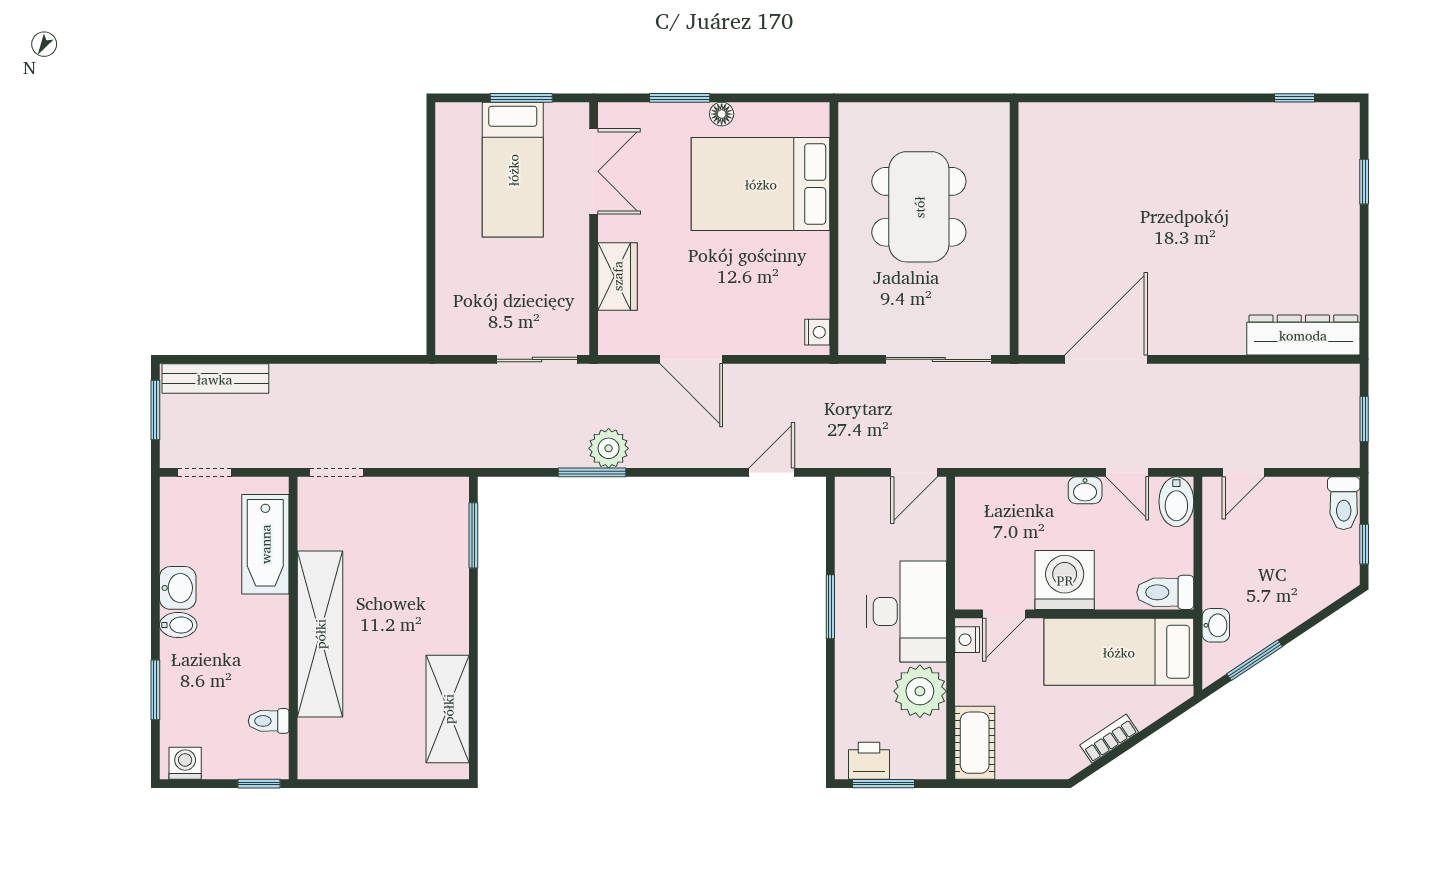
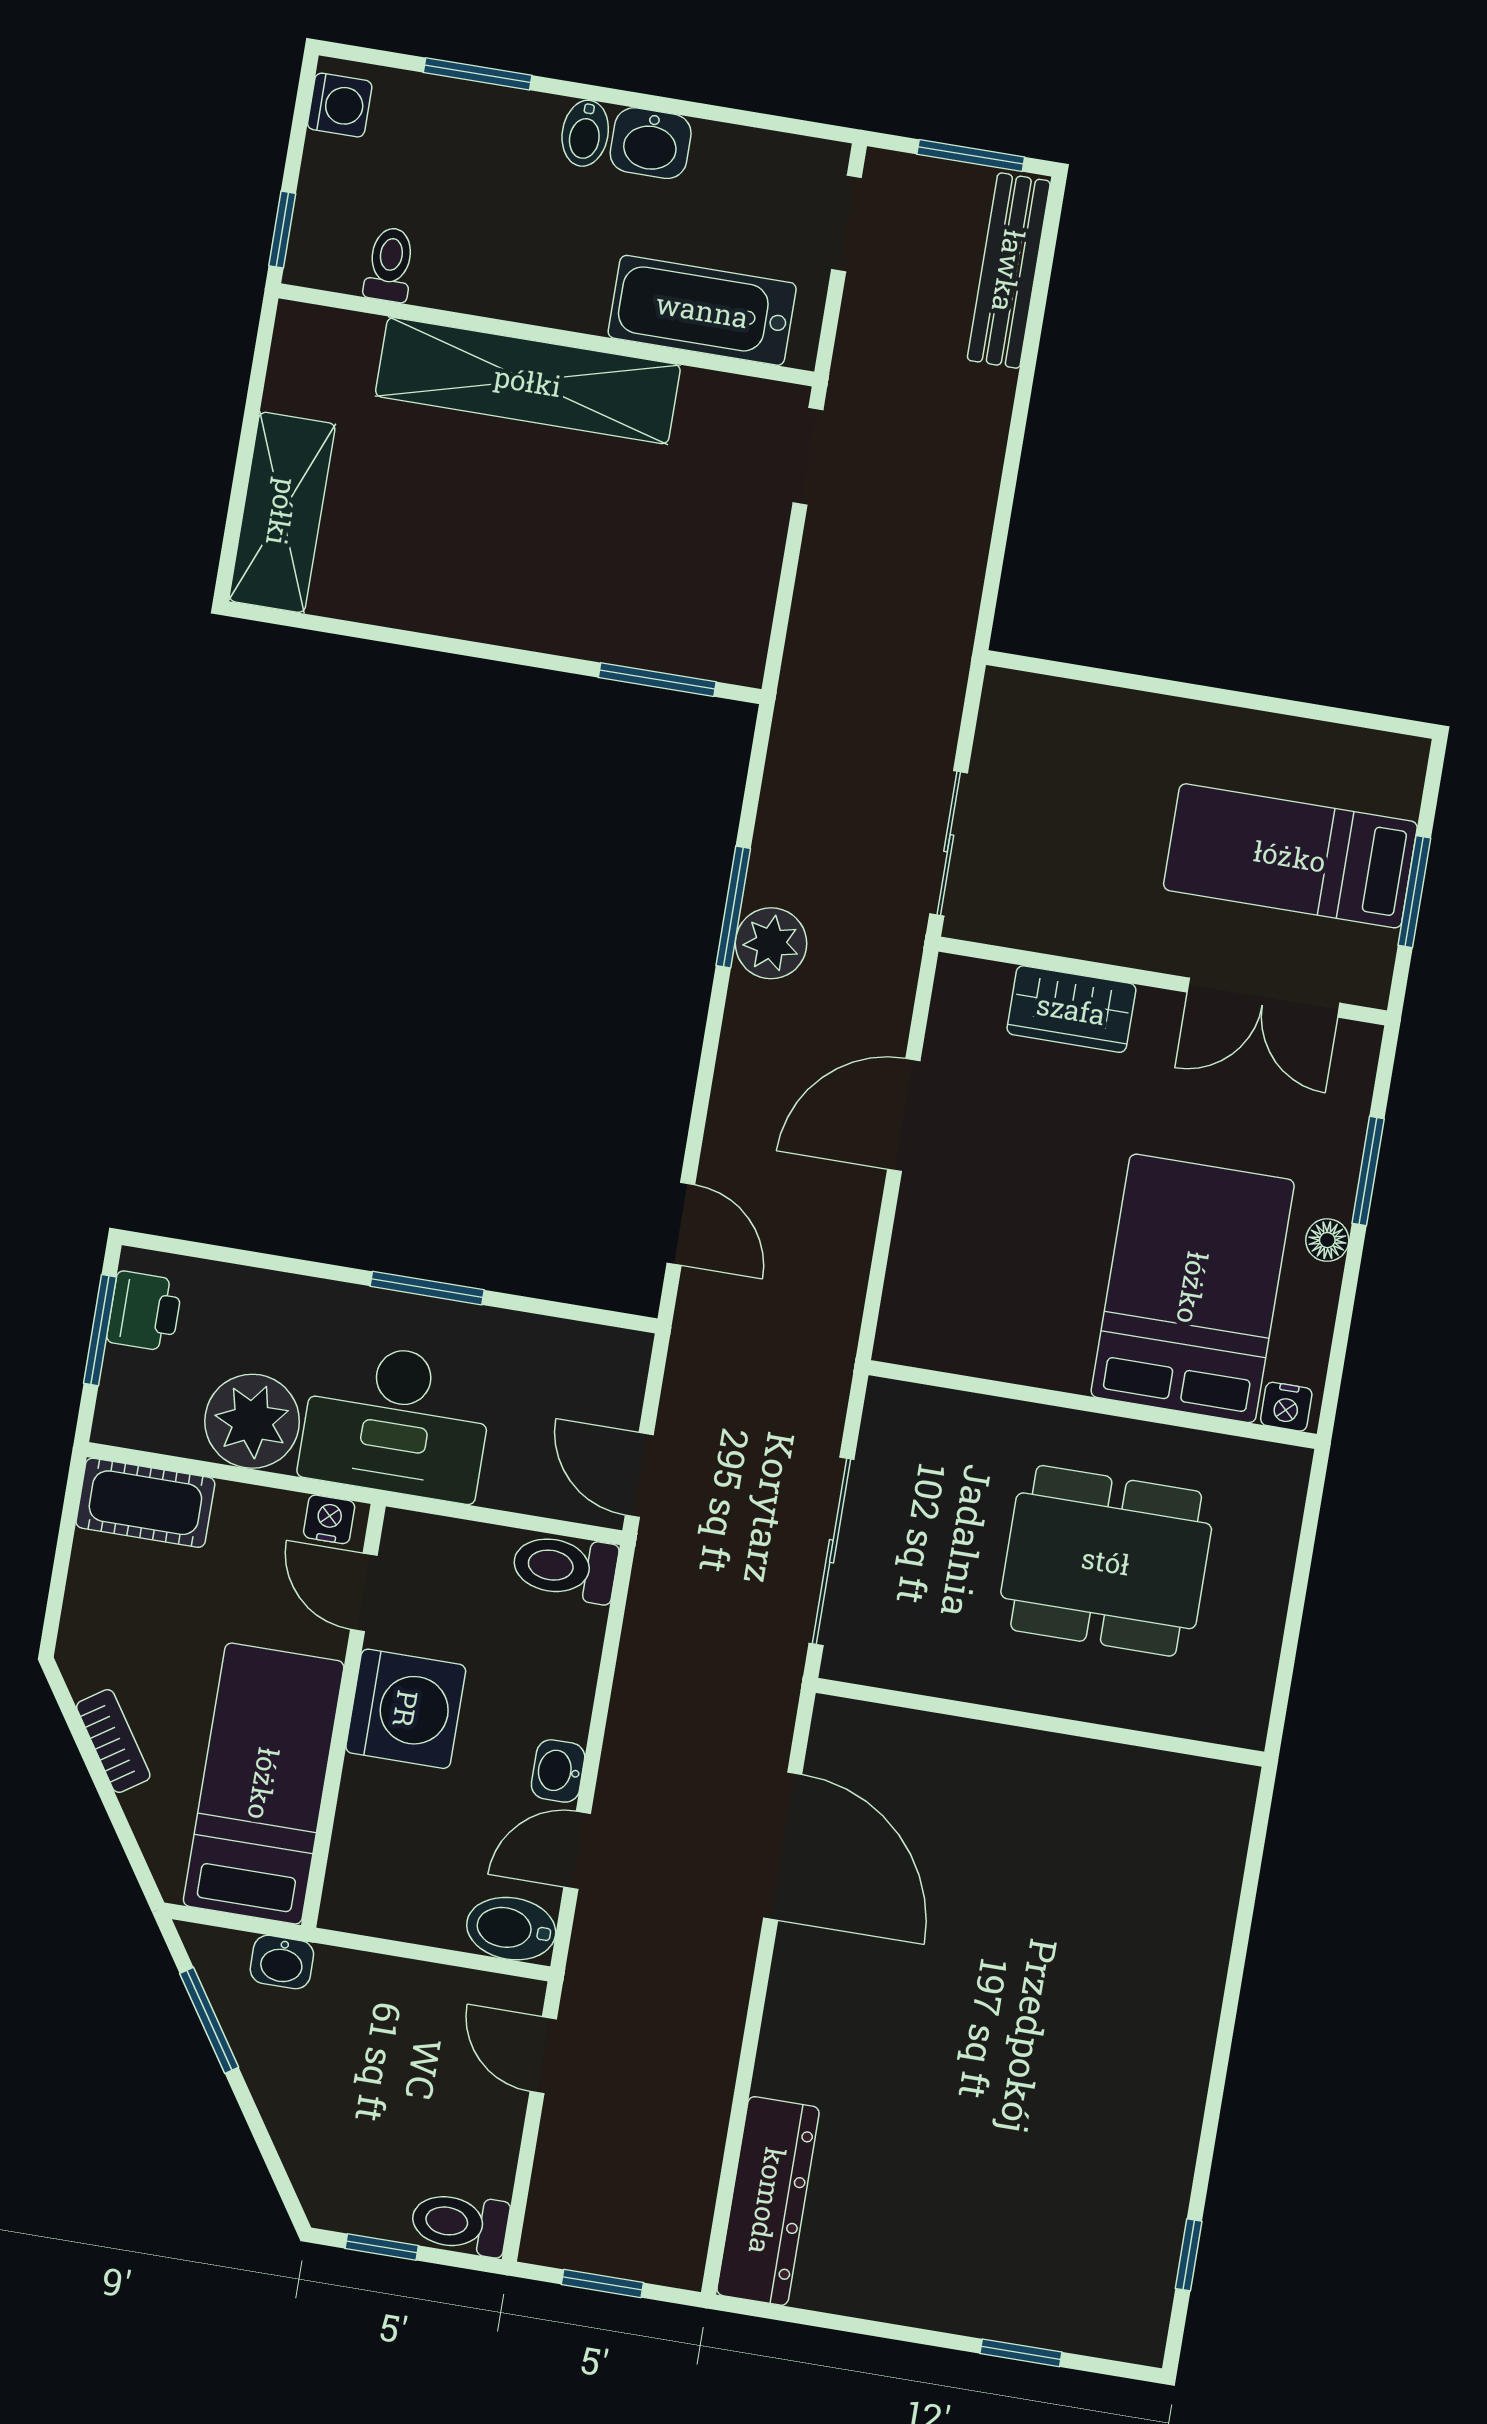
nightstand: (817, 332) -> (1286, 1407), moved
toilet: (1165, 592) -> (565, 1567), moved, turned -90
shelving: (448, 709) -> (282, 512), moved, turned 90

